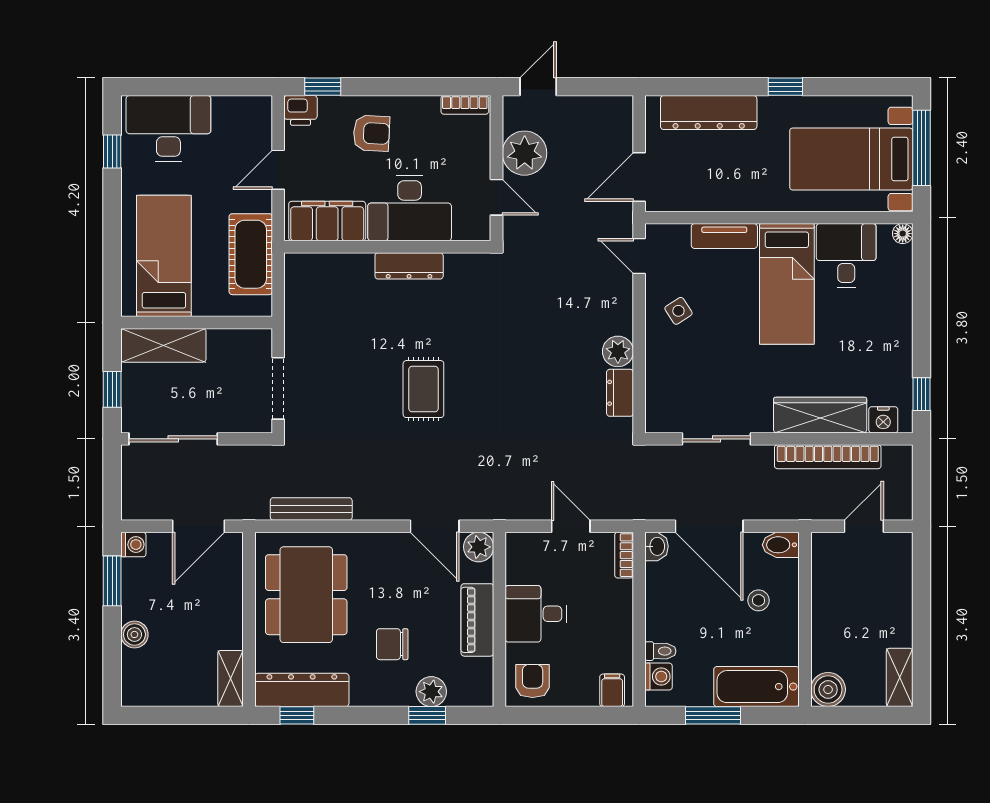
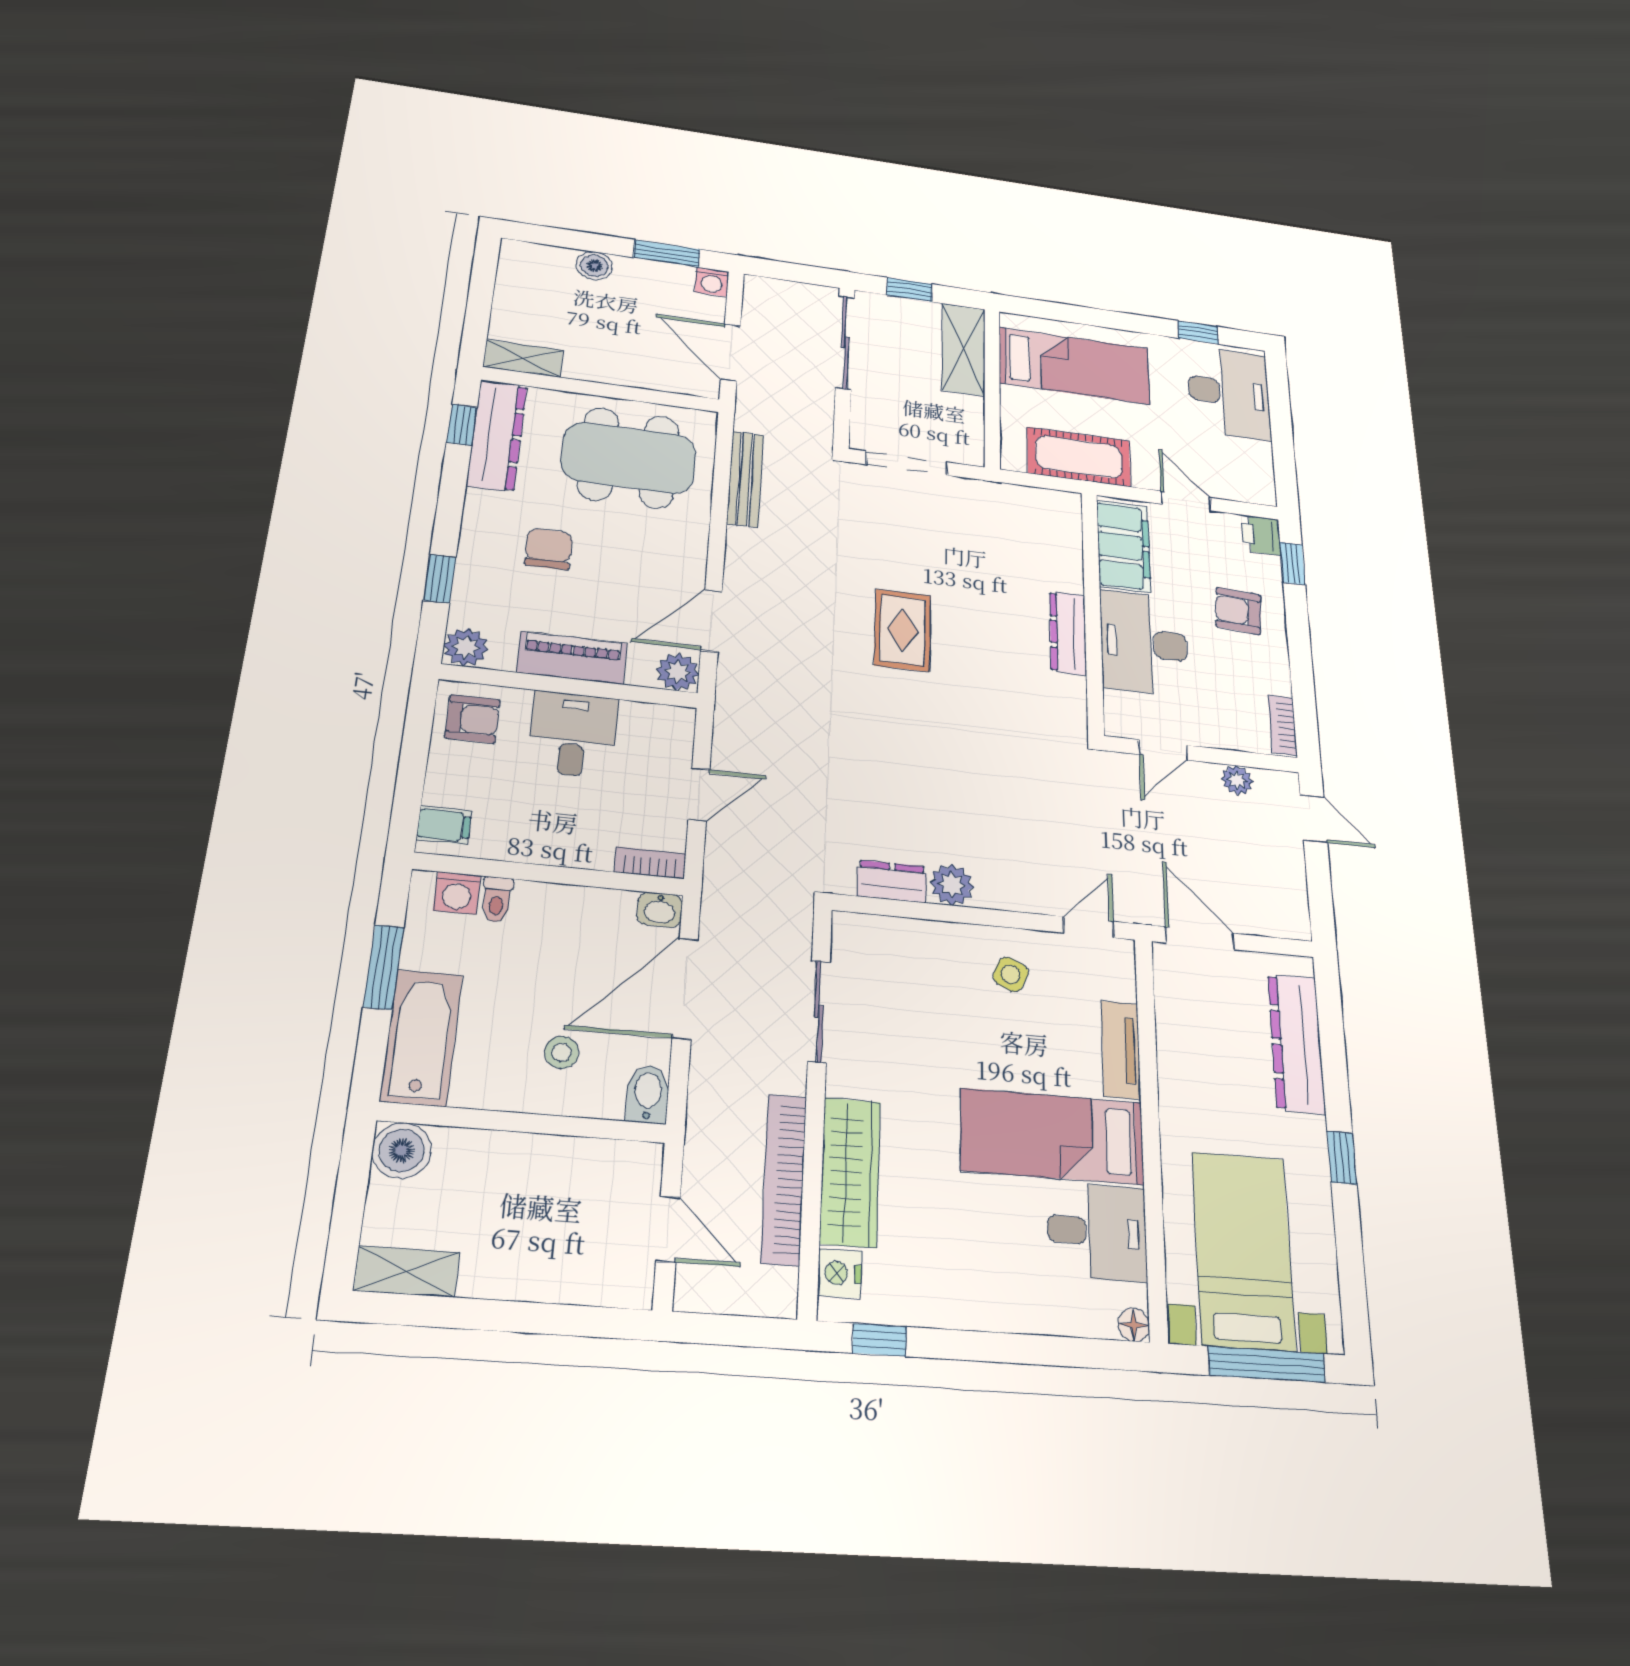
armchair: (371, 133) -> (1238, 611), turned 91
plant: (525, 153) -> (1237, 780), width x0.53, depth x0.53
side table: (678, 311) -> (1011, 974), turned -33
rug: (423, 389) -> (903, 630), turned 90
plant: (431, 692) -> (466, 647), moved

